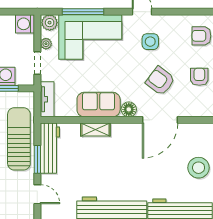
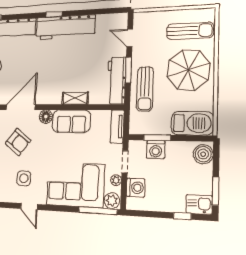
window: (83, 12) -> (98, 211), moved
washing machine: (25, 24) -> (136, 188), moved
sun lounger: (19, 139) -> (145, 89), width x0.73, depth x0.75

